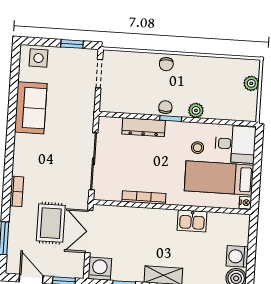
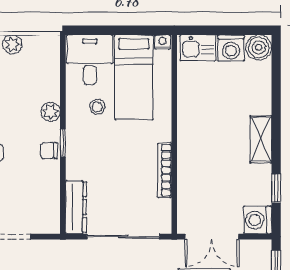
dresser: (144, 127) -> (76, 207), moved
kitchen sink: (192, 221) -> (198, 48), moved, turned 90

